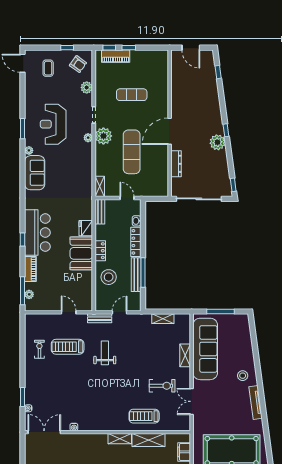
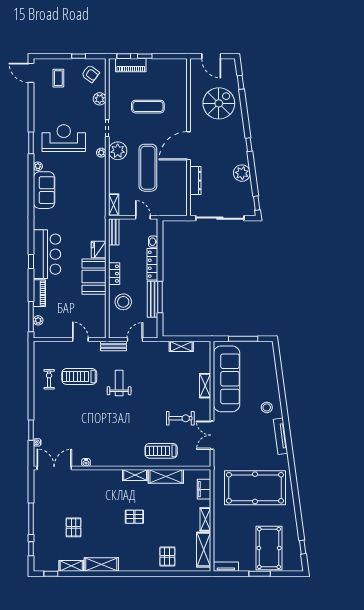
spiral stairs: (198, 92) -> (219, 103), added
reception desk: (53, 124) -> (64, 138), turned 90
plant: (217, 142) -> (242, 173), moved

